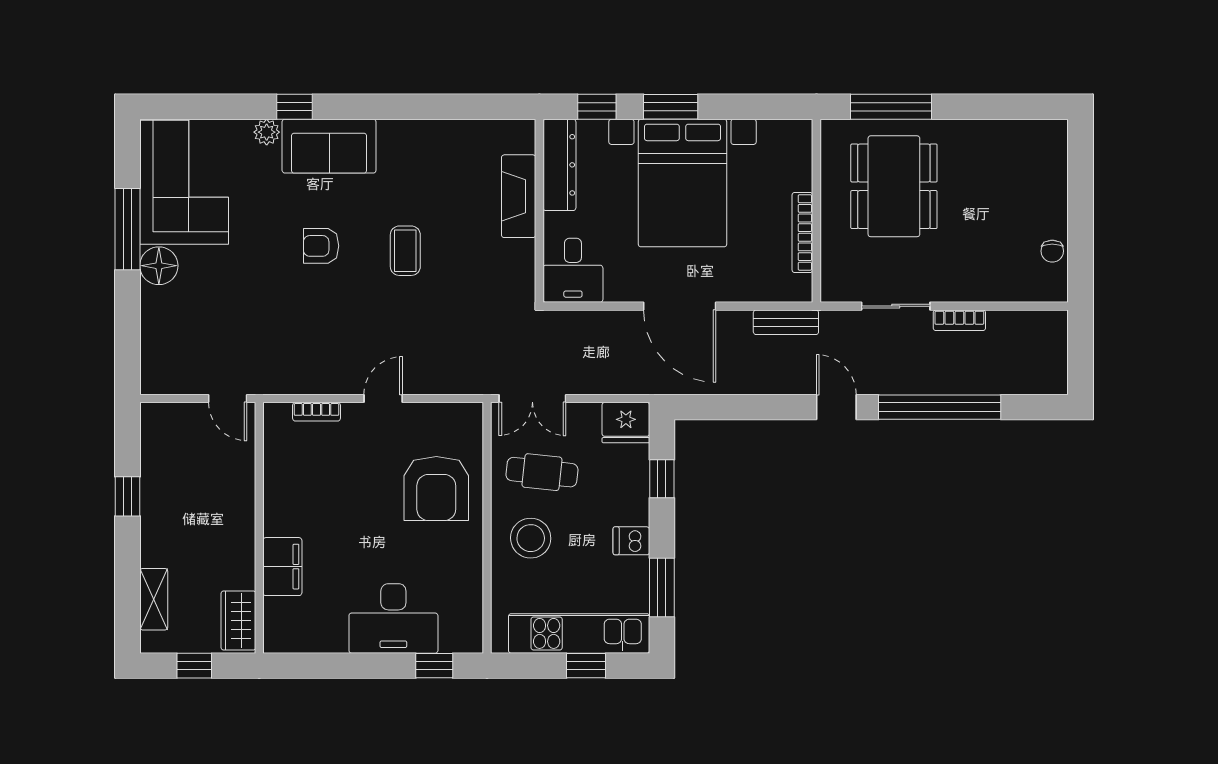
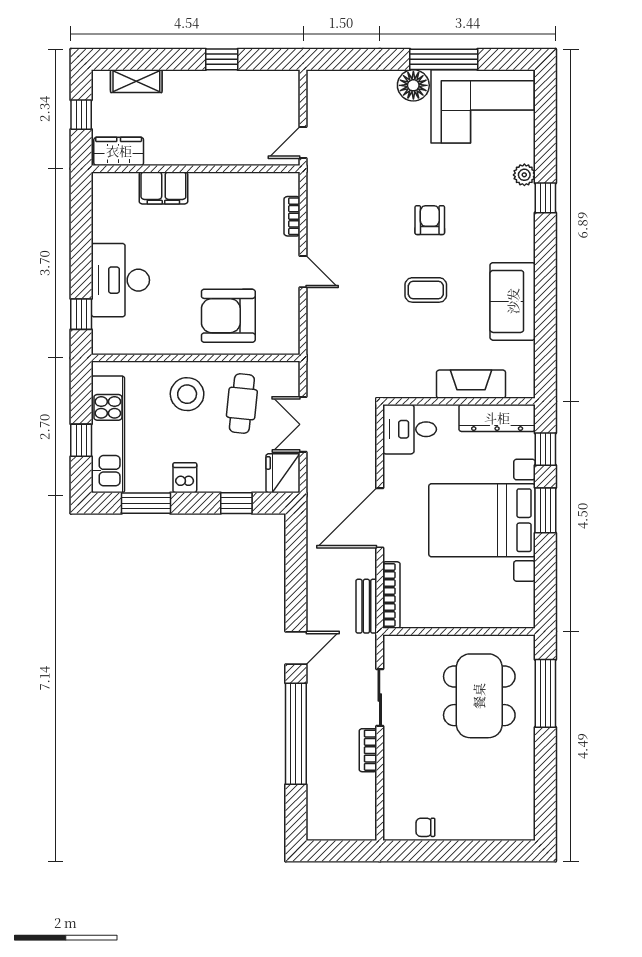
sofa: (329, 146) -> (513, 301), moved
dining table: (894, 186) -> (479, 696), turned 90
bookcase: (802, 232) -> (391, 595), moved, turned 90
double door: (532, 398) -> (303, 424), moved

